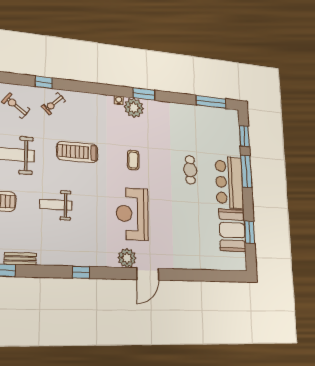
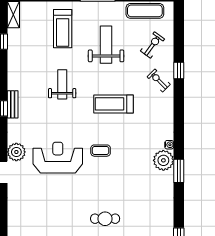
treadmill: (77, 152) -> (114, 104), turned -90
coffee table: (133, 160) -> (101, 151), moved
bench: (20, 259) -> (13, 104), moved

